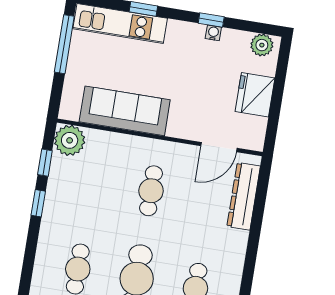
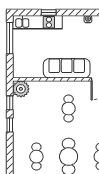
window: (211, 20) -> (86, 12), removed
sofa: (125, 111) -> (67, 68), moved

